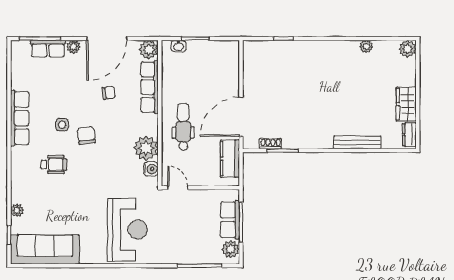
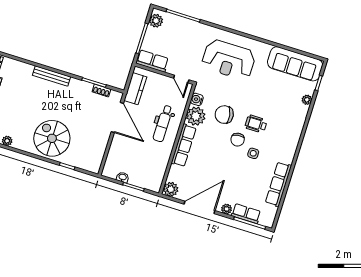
washbasin: (178, 46) -> (123, 177), moved
spiral stairs: (313, 67) -> (52, 138), added
row of seats: (150, 87) -> (184, 145), moved
chair: (109, 93) -> (224, 115), moved, width x1.87, depth x1.87
door: (241, 117) -> (117, 117), hinge flipped
row of seats: (20, 118) -> (278, 184), moved
bench: (357, 142) -> (51, 76), moved
wheelchair: (54, 165) -> (256, 124), moved
row of seats: (230, 220) -> (152, 61), moved, turned -90
reception desk: (127, 229) -> (229, 60), turned -90

